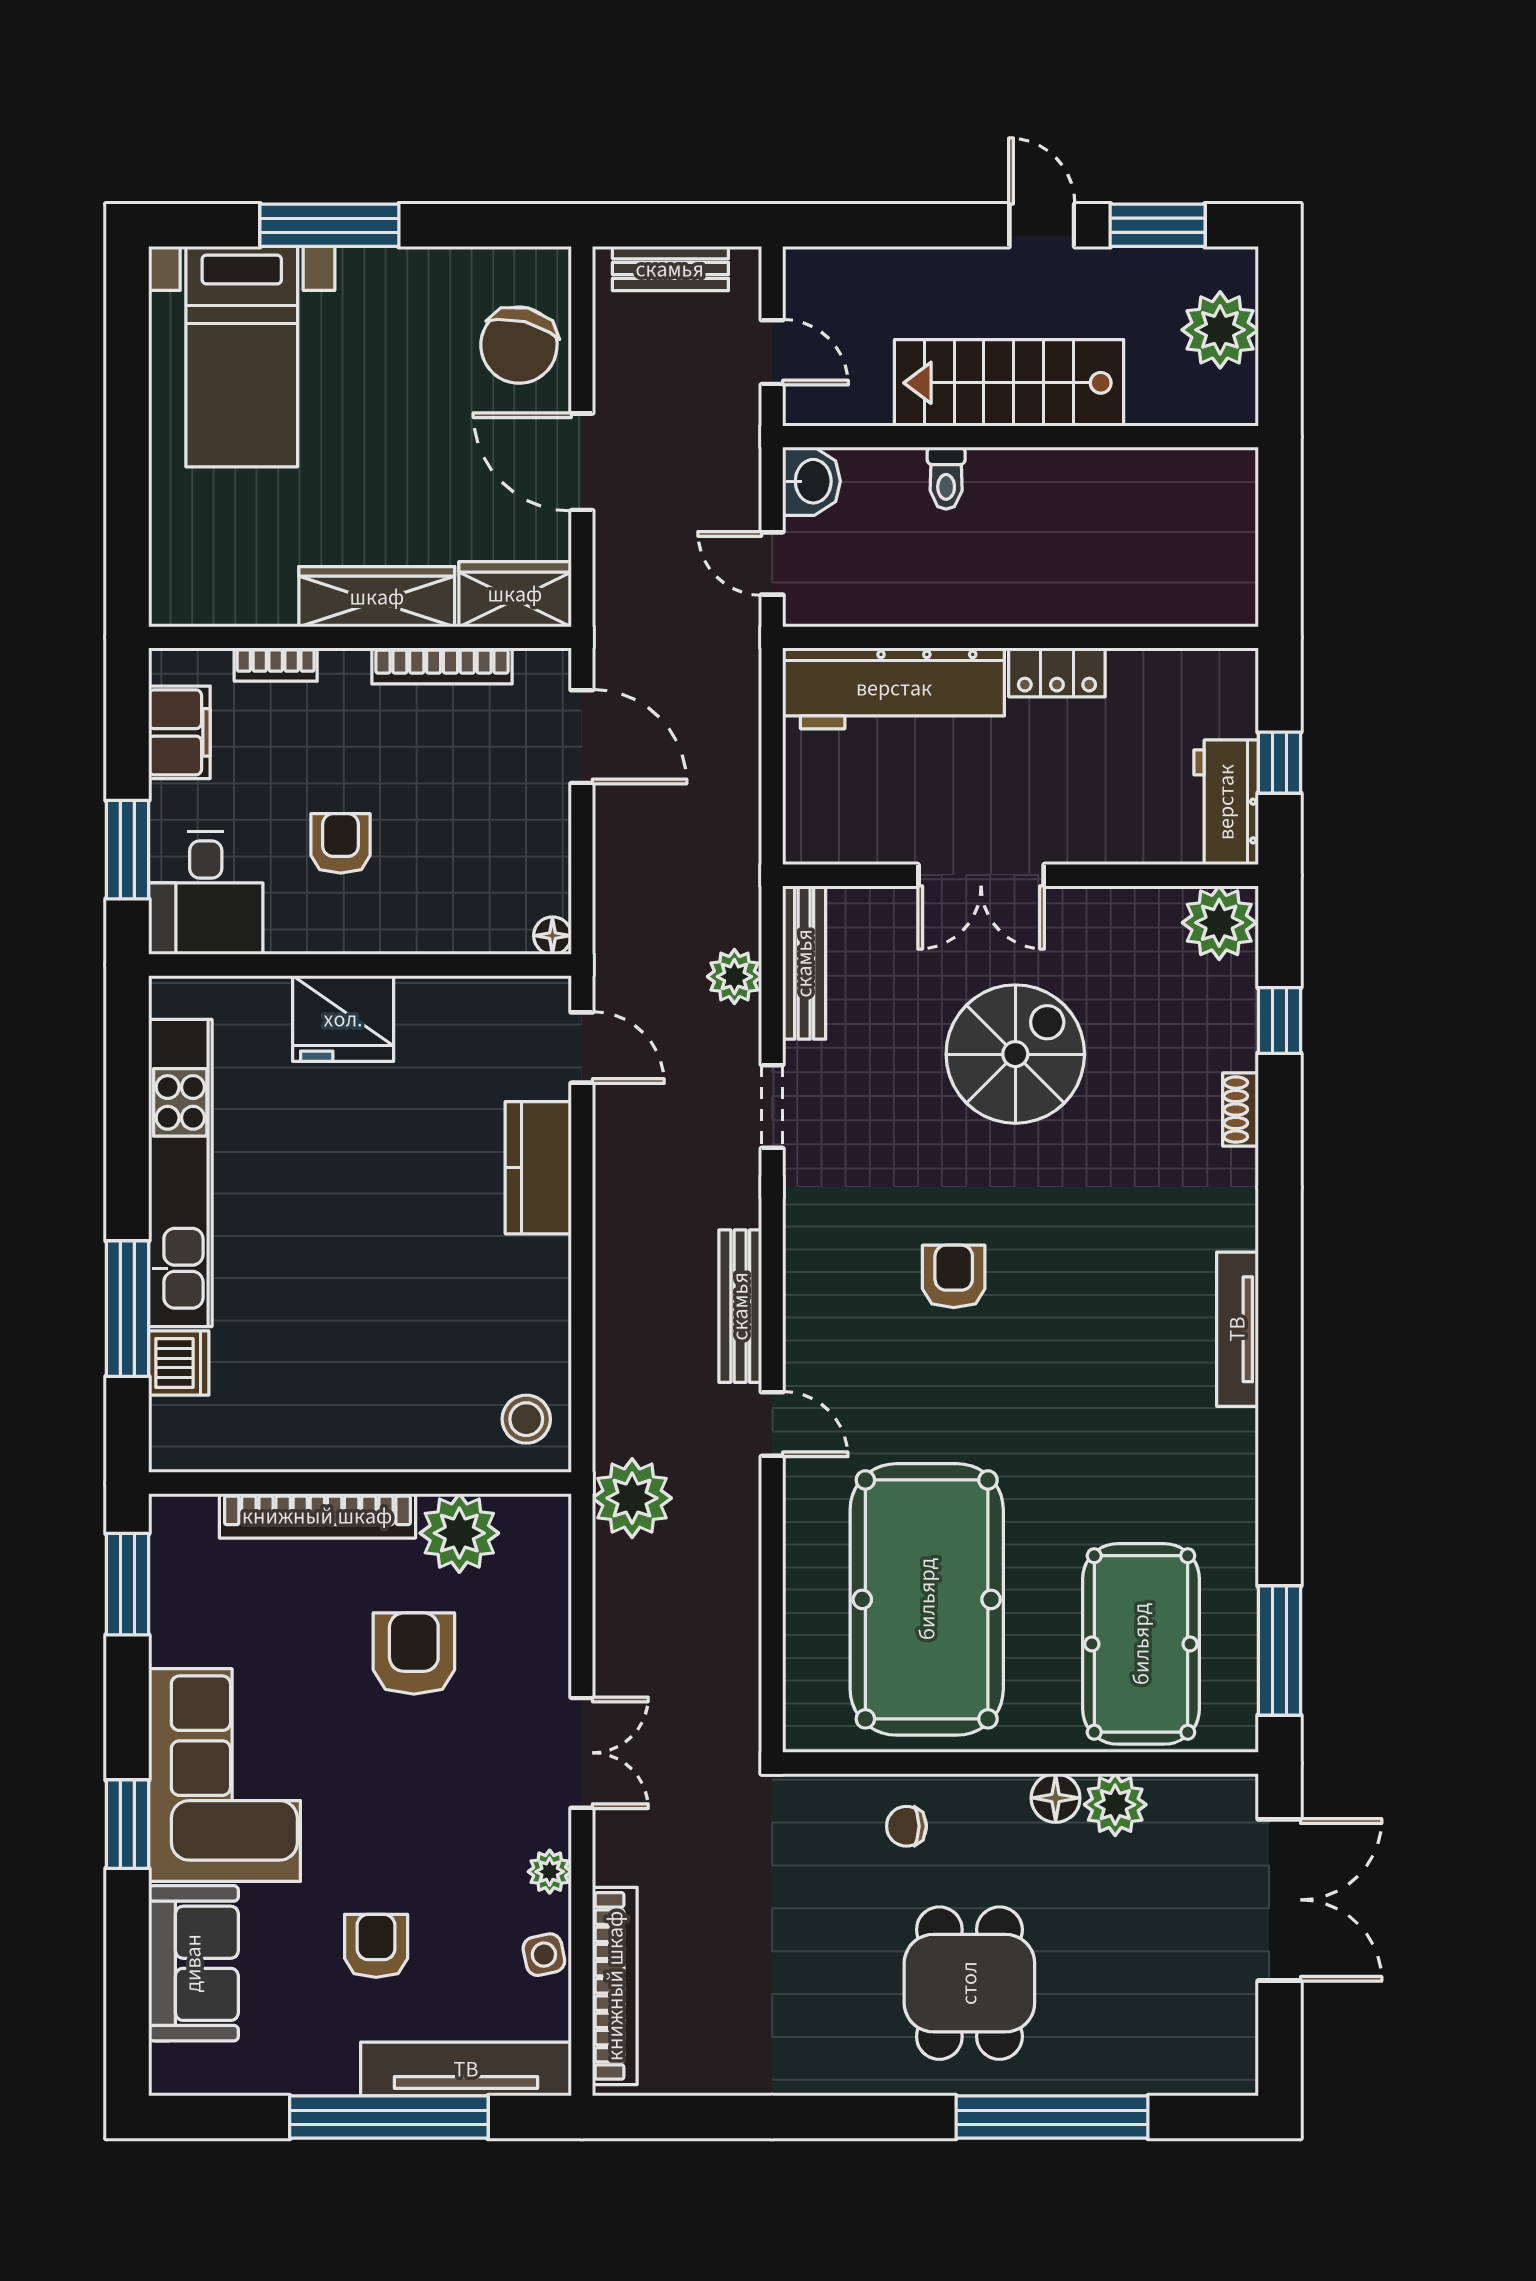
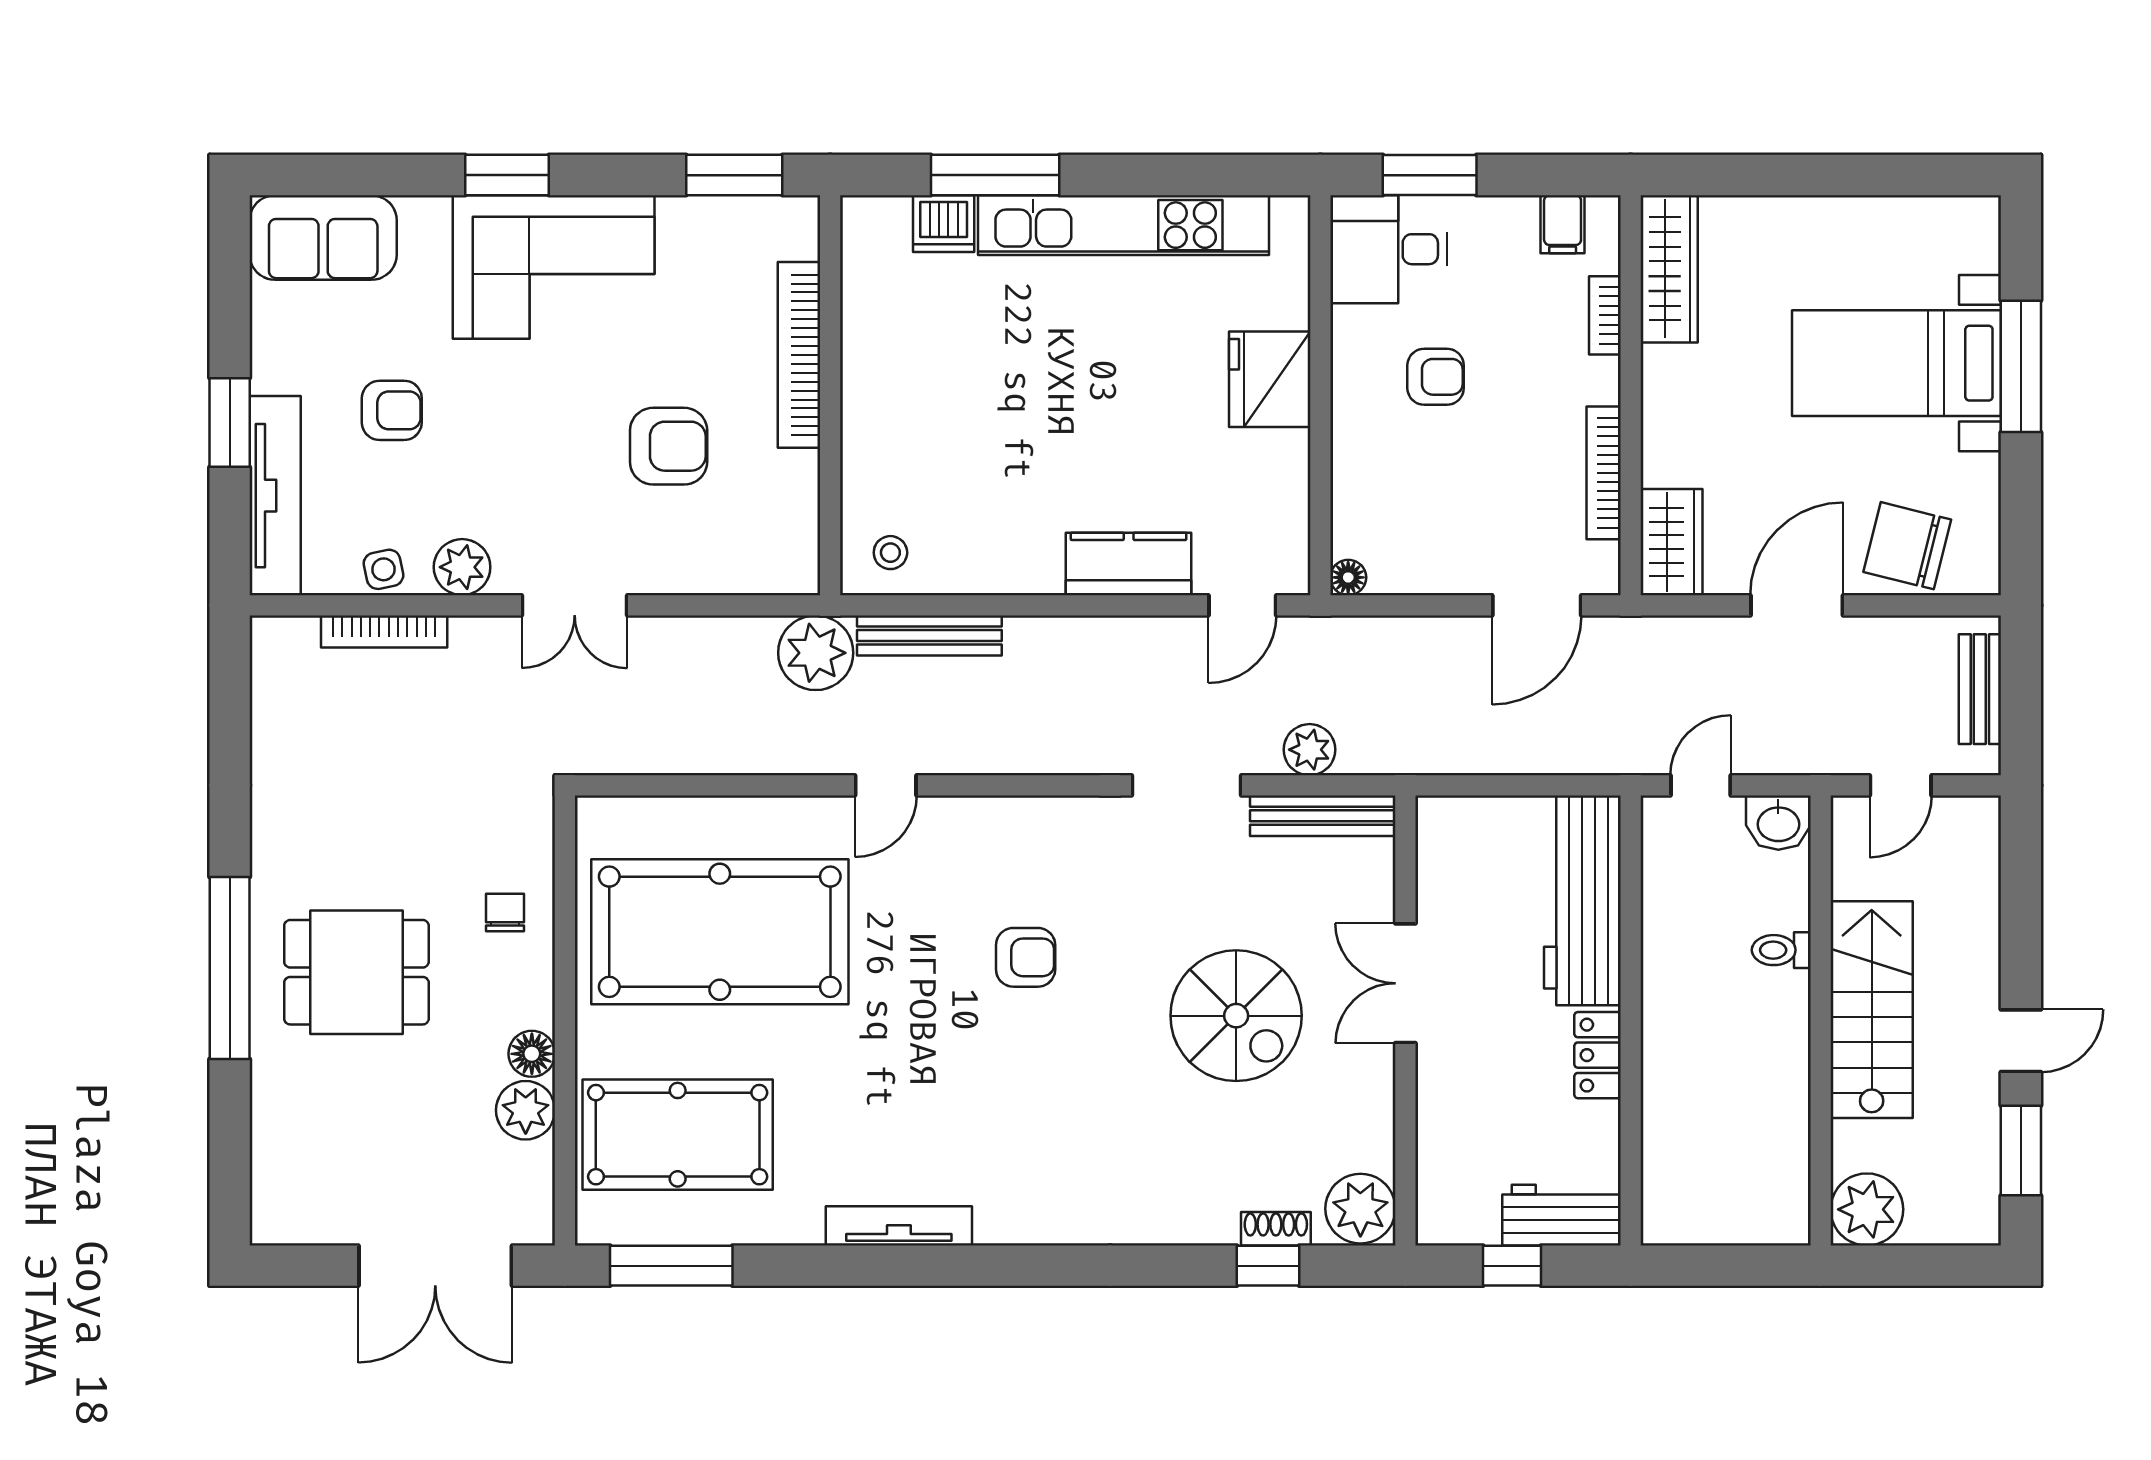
plant: (1220, 330) -> (1867, 1209), moved
bed with nightstands: (242, 357) -> (1896, 363), moved
wardrobe: (377, 597) -> (1669, 269), moved
filing cabinet: (179, 732) -> (1563, 224), width x0.50
workbench: (1226, 802) -> (1562, 1215), moved
doorway: (772, 1106) -> (1186, 785), width x1.38
shoe rack: (1240, 1110) -> (1276, 1229), moved
bench: (740, 1306) -> (929, 635), moved
tv unit: (1237, 1329) -> (899, 1226), moved
stool: (526, 1419) -> (890, 553), width x0.73, depth x0.73
plant: (459, 1533) -> (783, 489), removed
plant: (550, 1872) -> (462, 567), width x1.38, depth x1.38
sofa: (193, 1963) -> (323, 238), moved
bookcase: (615, 1986) -> (384, 631), width x0.68, depth x0.76
window: (389, 2117) -> (230, 423), width x0.47
window: (1052, 2117) -> (230, 968), moved

